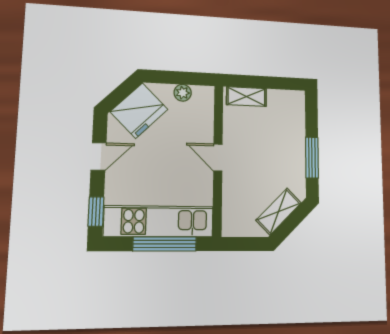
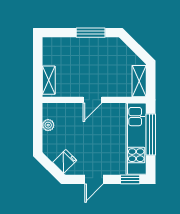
fridge: (139, 111) -> (65, 161), width x0.53, depth x0.75
door: (99, 156) -> (94, 179), swing flipped
shelving: (279, 211) -> (139, 81), moved, turned 45

